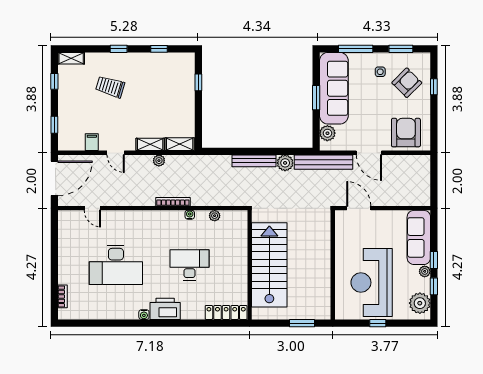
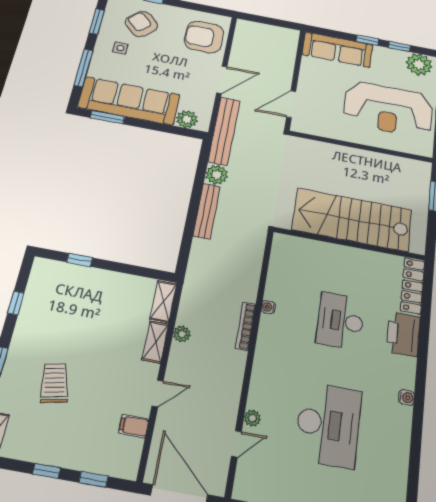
window: (54, 81) -> (46, 471), moved
trolley: (110, 87) -> (54, 383), turned 151
window: (316, 98) -> (107, 117), moved
plant: (215, 216) -> (252, 418), moved
plant: (425, 271) -> (380, 52), removed
printer: (165, 309) -> (403, 334), moved

